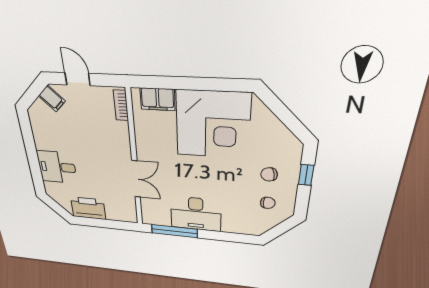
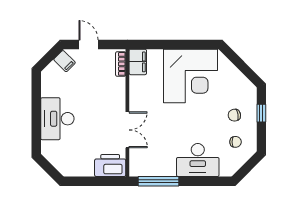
filing cabinet: (158, 99) -> (138, 62), moved, turned -90
desk: (57, 167) -> (57, 119), width x1.37
printer: (88, 208) -> (110, 166), moved
desk: (196, 214) -> (198, 160), moved

